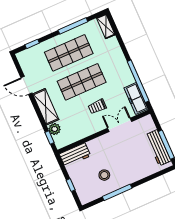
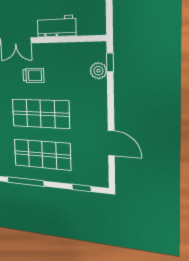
shelving: (46, 107) -> (98, 104), removed
workbench: (75, 155) -> (56, 26), moved

